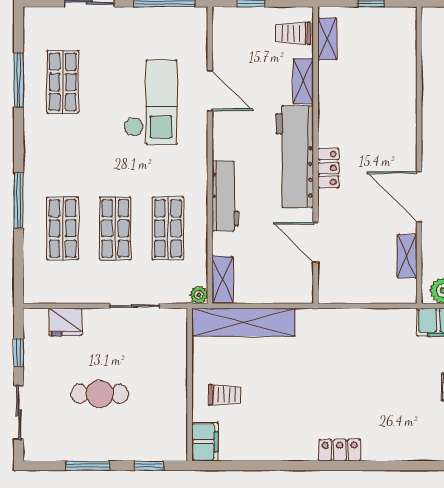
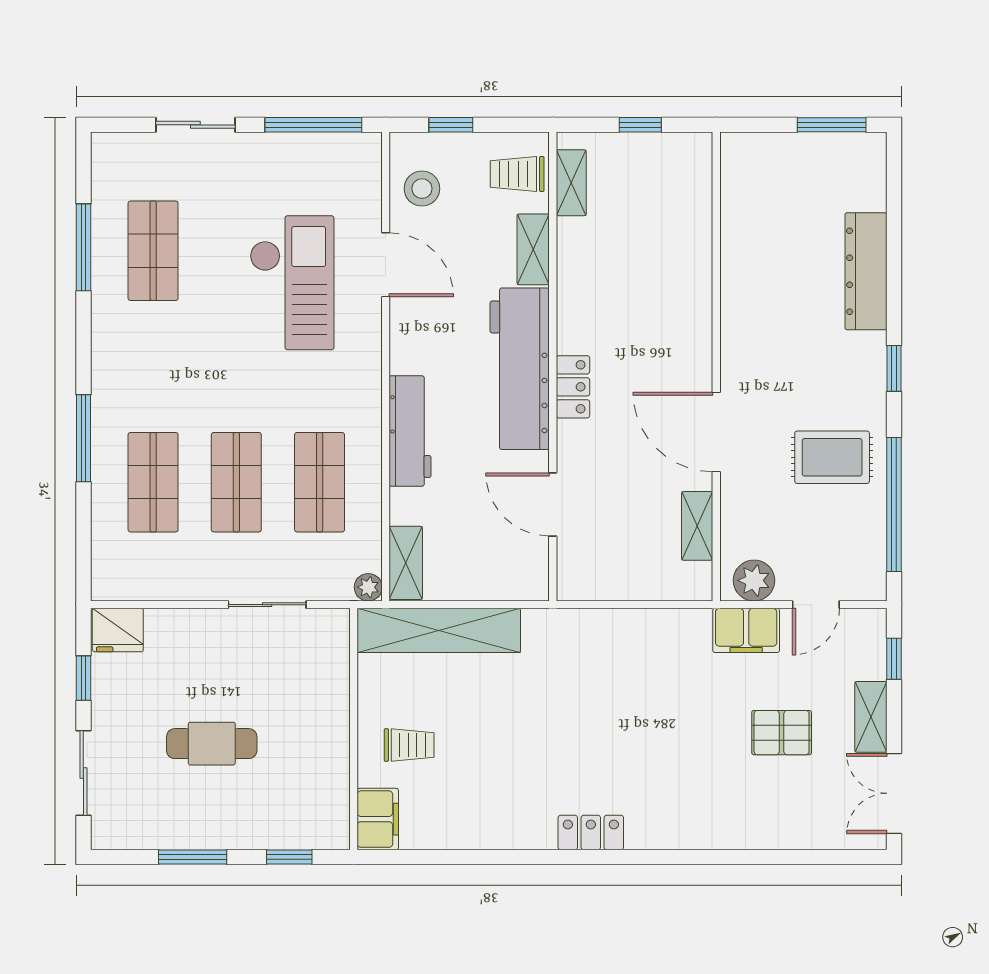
stool: (233, 43) -> (422, 189), added
fridge: (65, 322) -> (118, 630), moved

